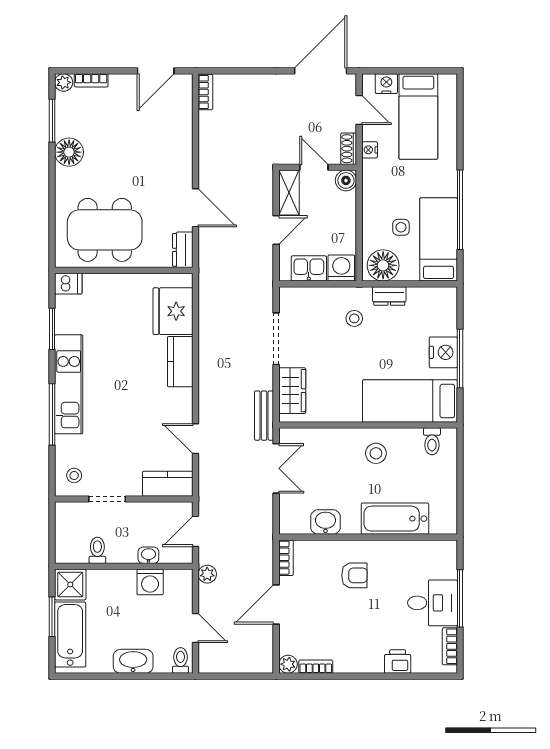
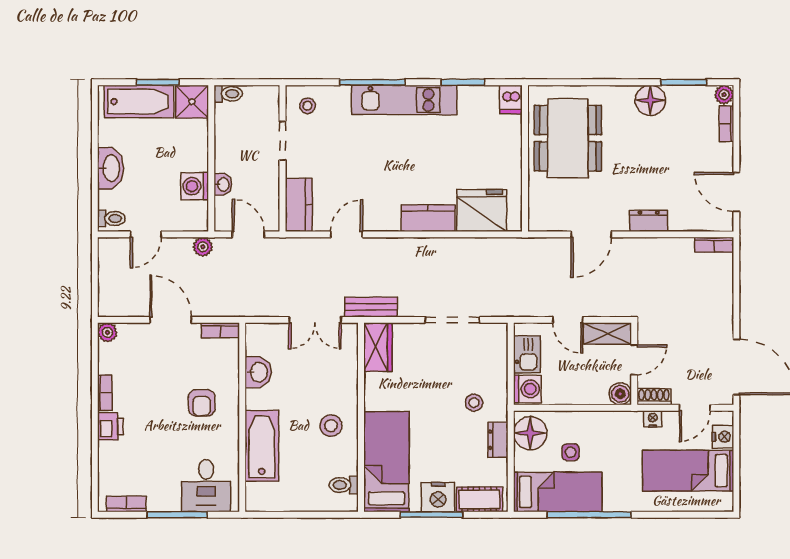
dresser: (183, 250) -> (649, 221), moved
cot: (446, 313) -> (479, 499), added
wardrobe: (292, 391) -> (378, 347), moved, turned -90
toilet: (97, 550) -> (228, 94), moved
desk: (433, 603) -> (206, 486), moved
printer: (398, 661) -> (110, 426), moved
bookcase: (316, 667) -> (105, 393), moved

